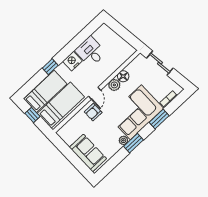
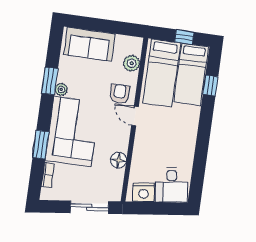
desk: (91, 52) -> (172, 185), moved, turned 83
nightstand: (72, 61) -> (143, 192), moved, turned 83
window: (50, 67) -> (210, 85), moved
plant: (114, 85) -> (132, 63), moved
window: (134, 143) -> (50, 81), moved

